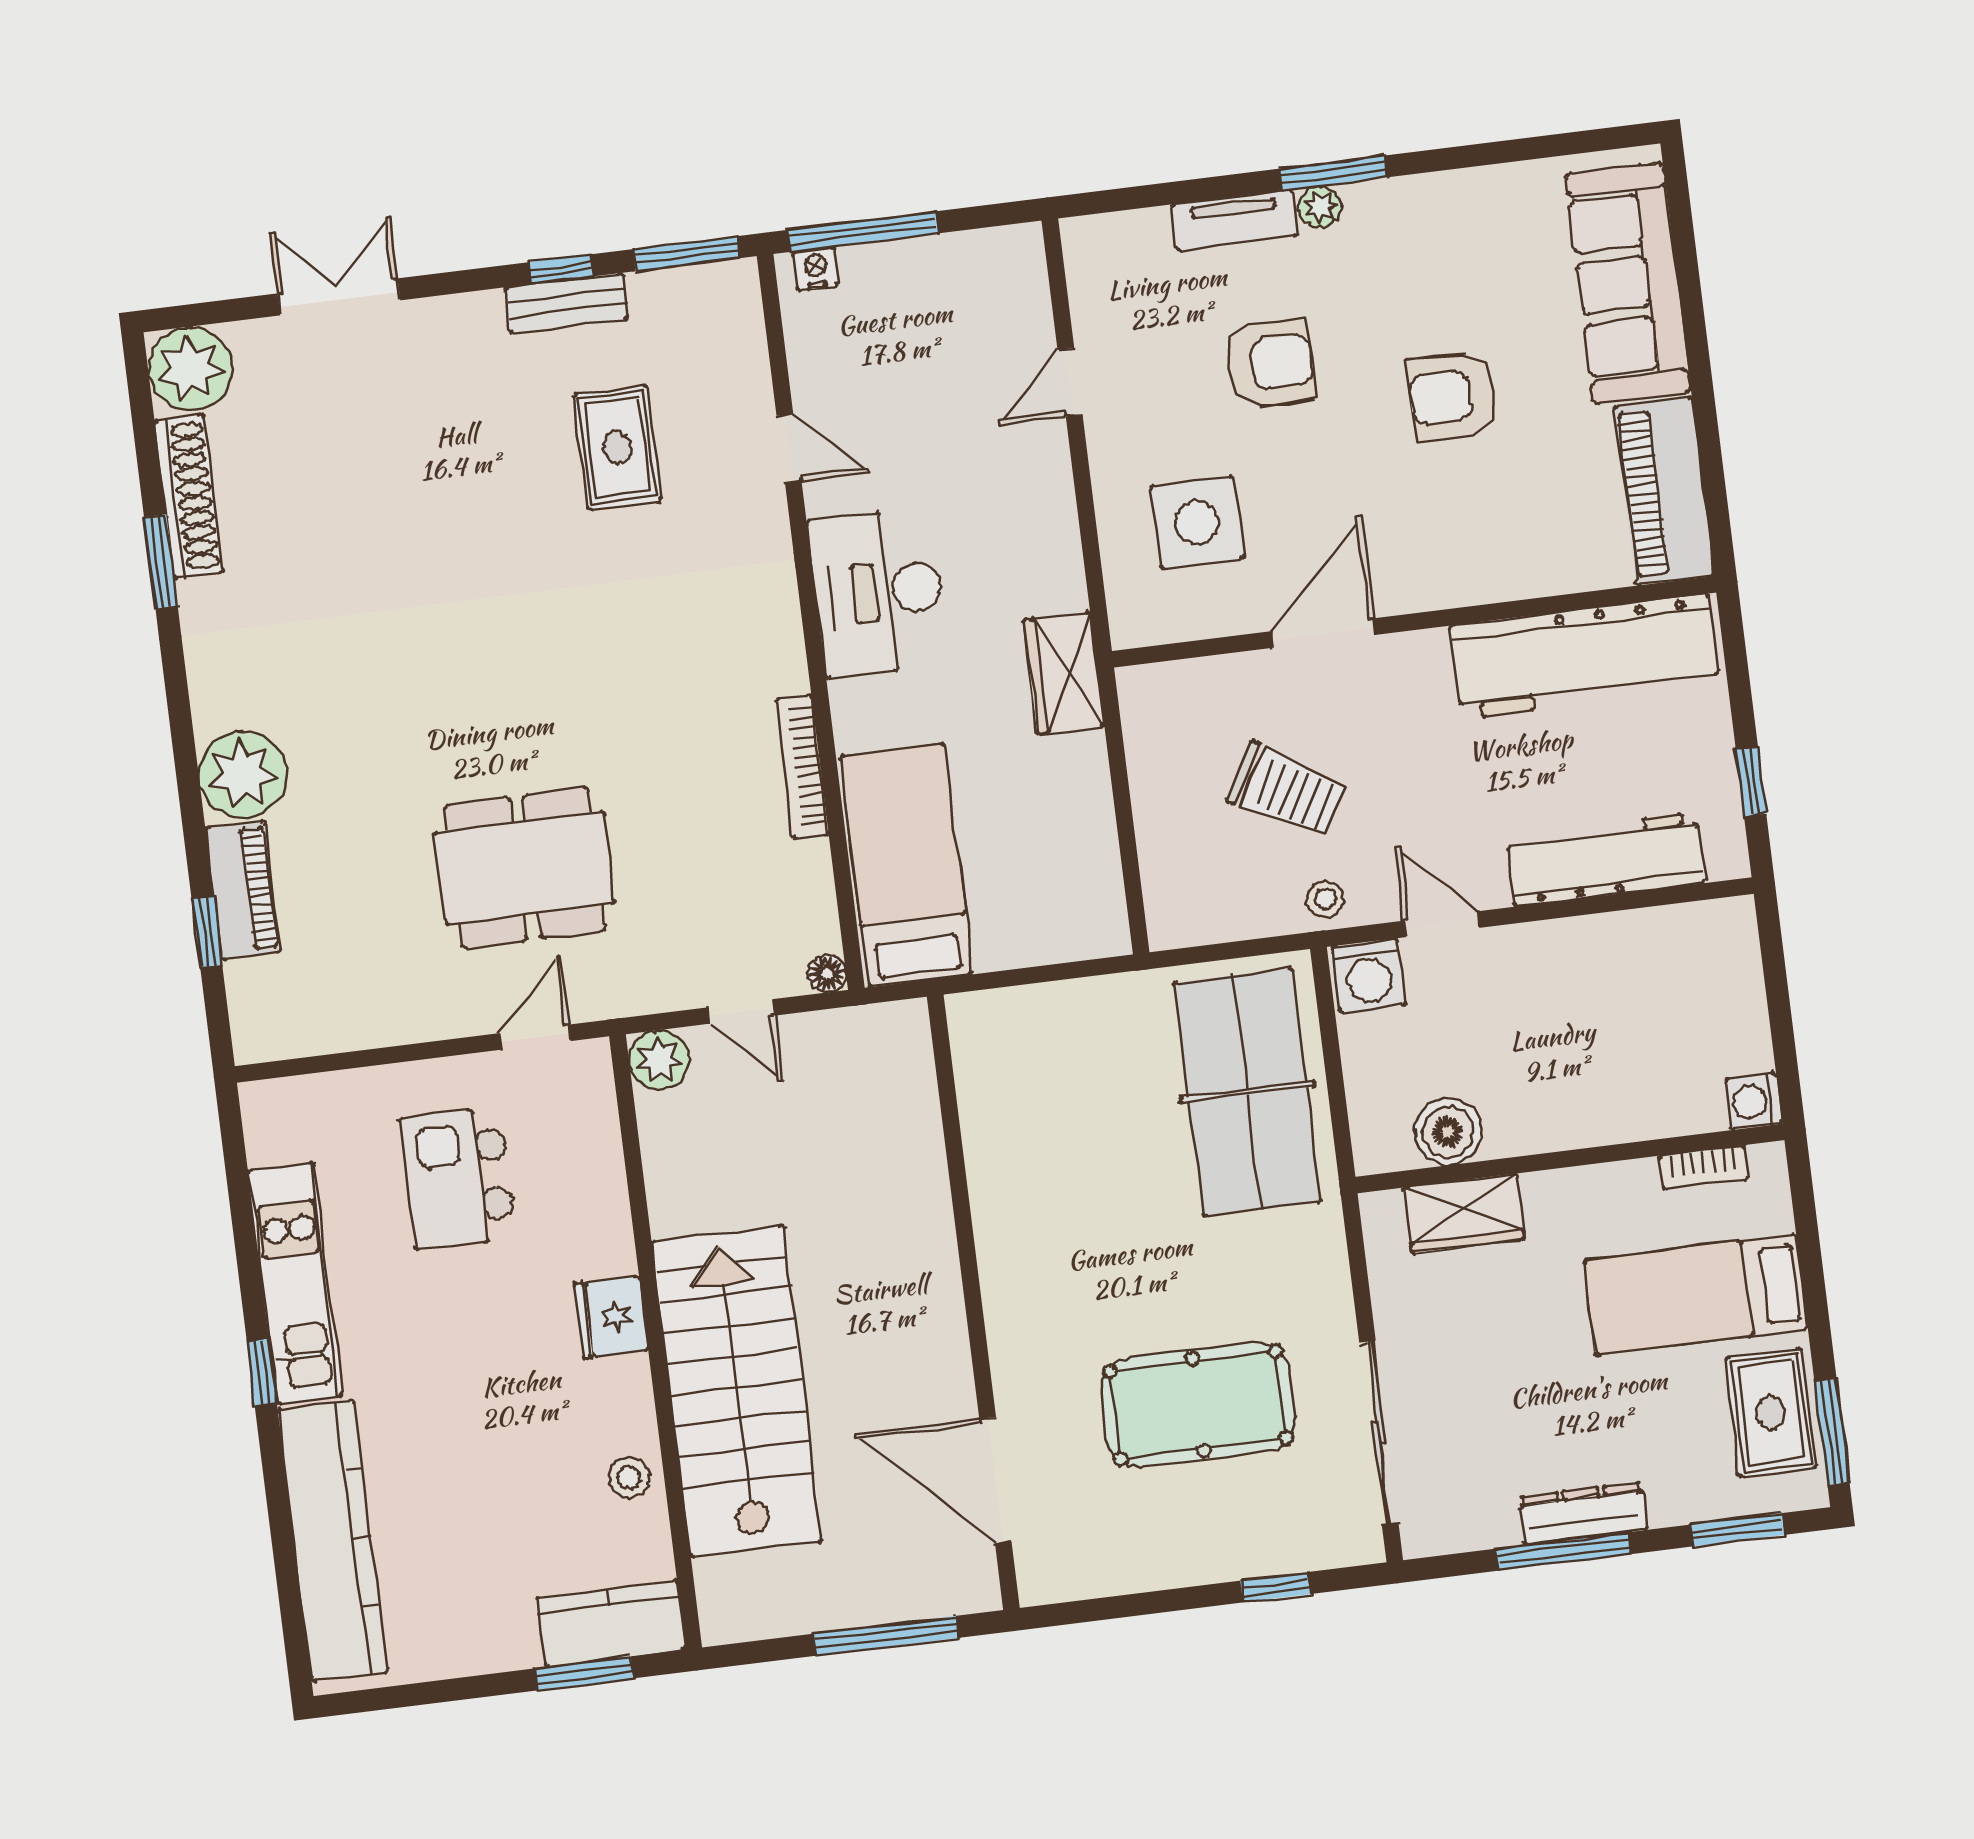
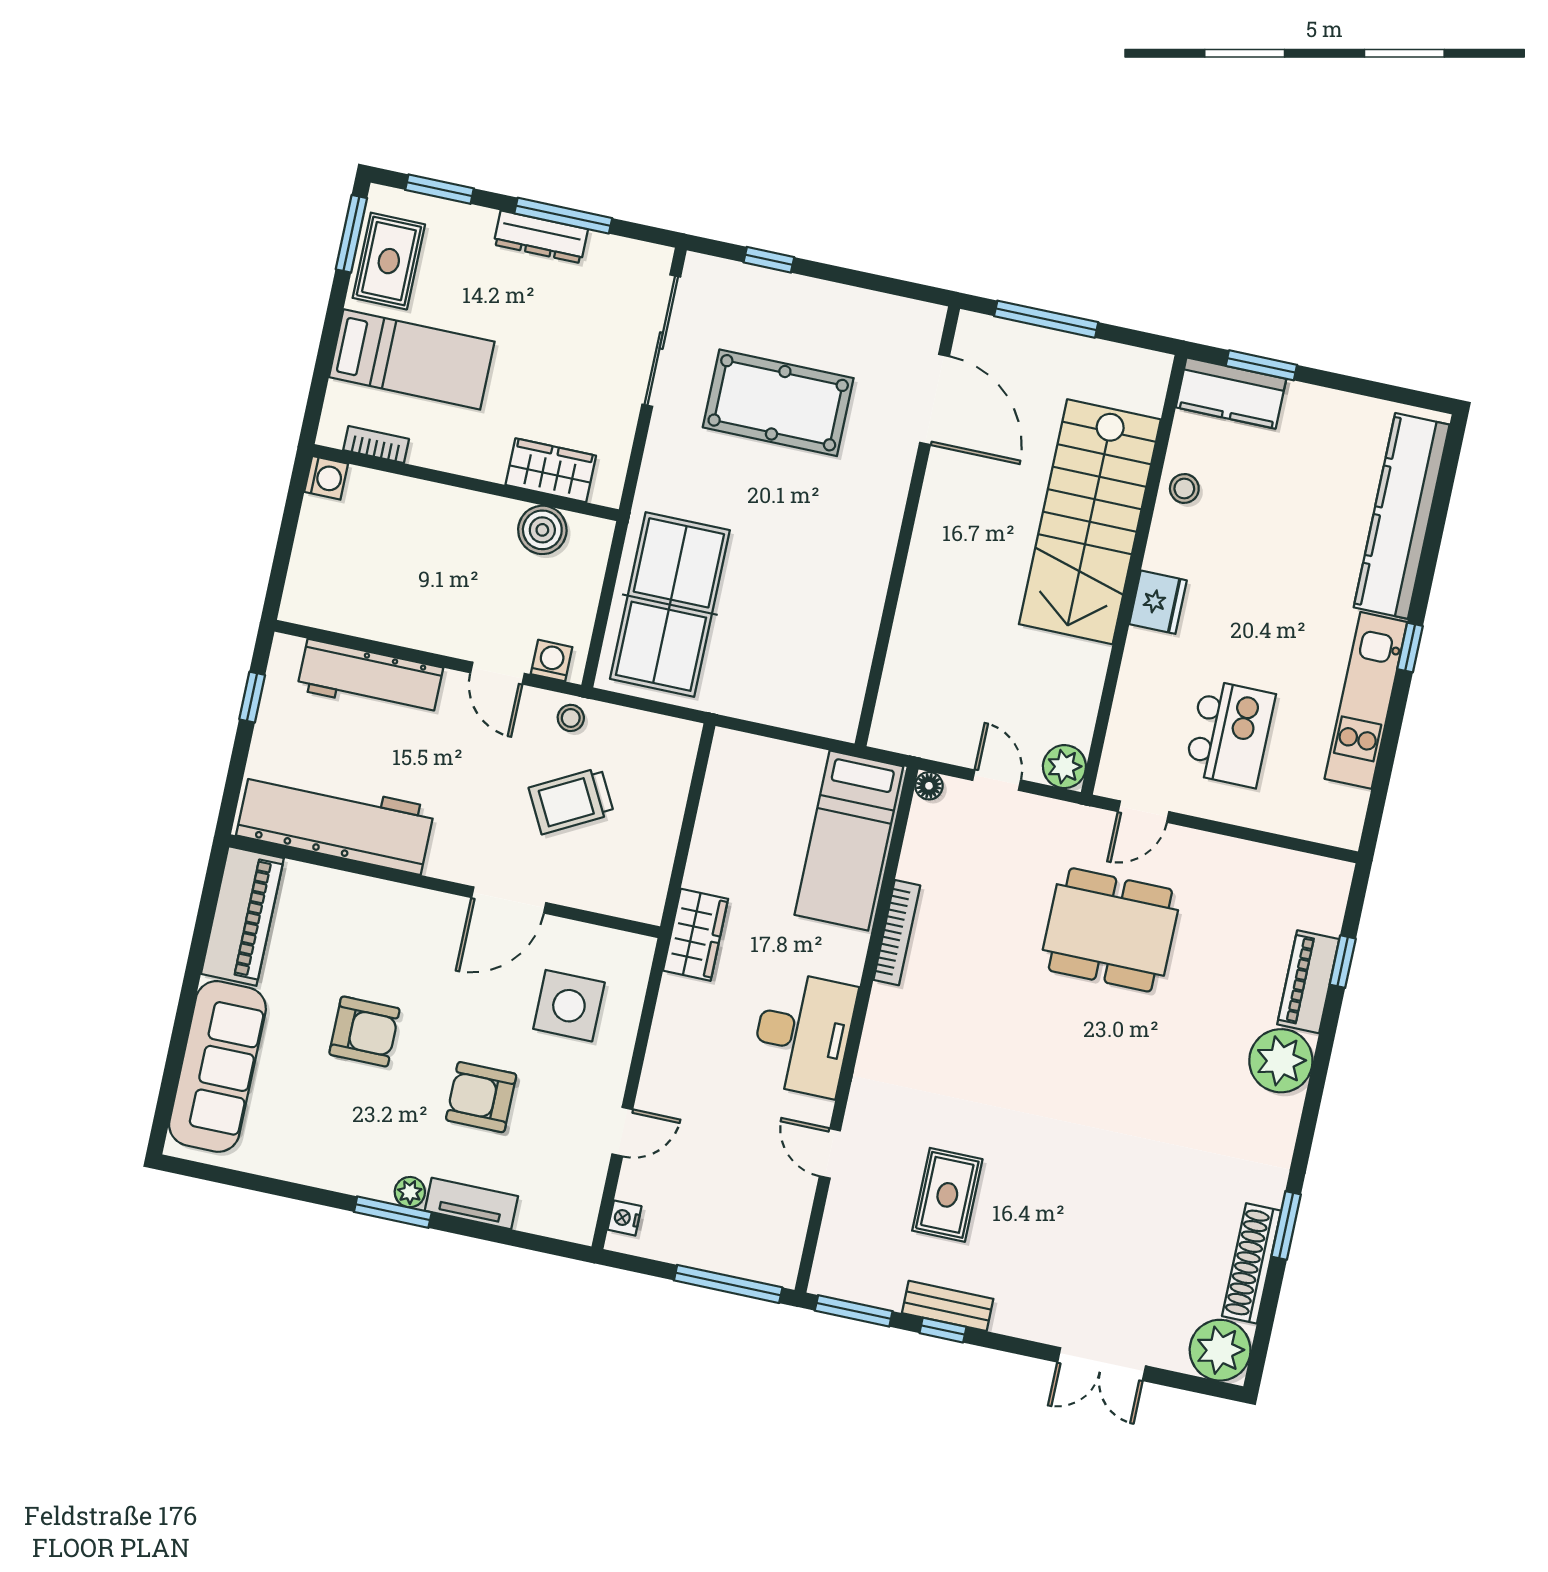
nightstand: (816, 268) -> (625, 1218), moved, turned 90
trolley: (1287, 791) -> (571, 801), turned -58
washing machine: (1369, 975) -> (552, 661), width x0.73, depth x0.73

